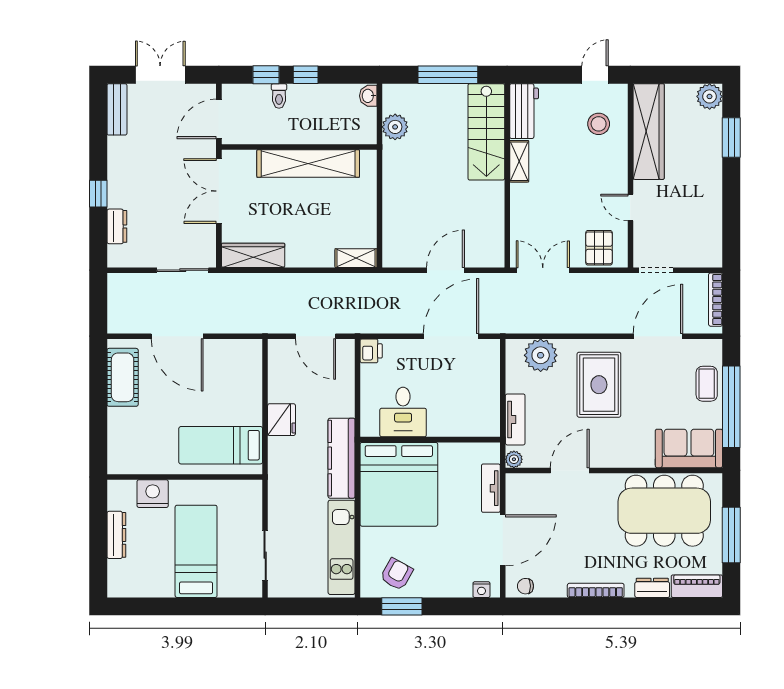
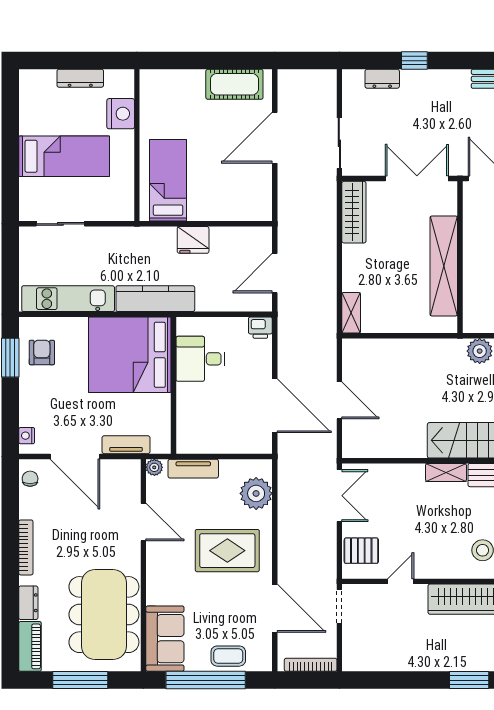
armchair: (397, 574) -> (42, 352), turned -119

